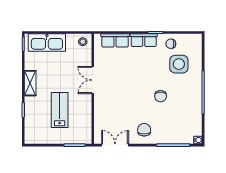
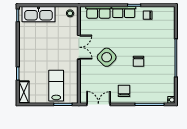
side table: (179, 64) -> (107, 57), moved, turned 45
double door: (93, 80) -> (79, 47), swing flipped
shelving: (30, 83) -> (24, 92), moved
lab bench: (60, 110) -> (56, 86), moved

